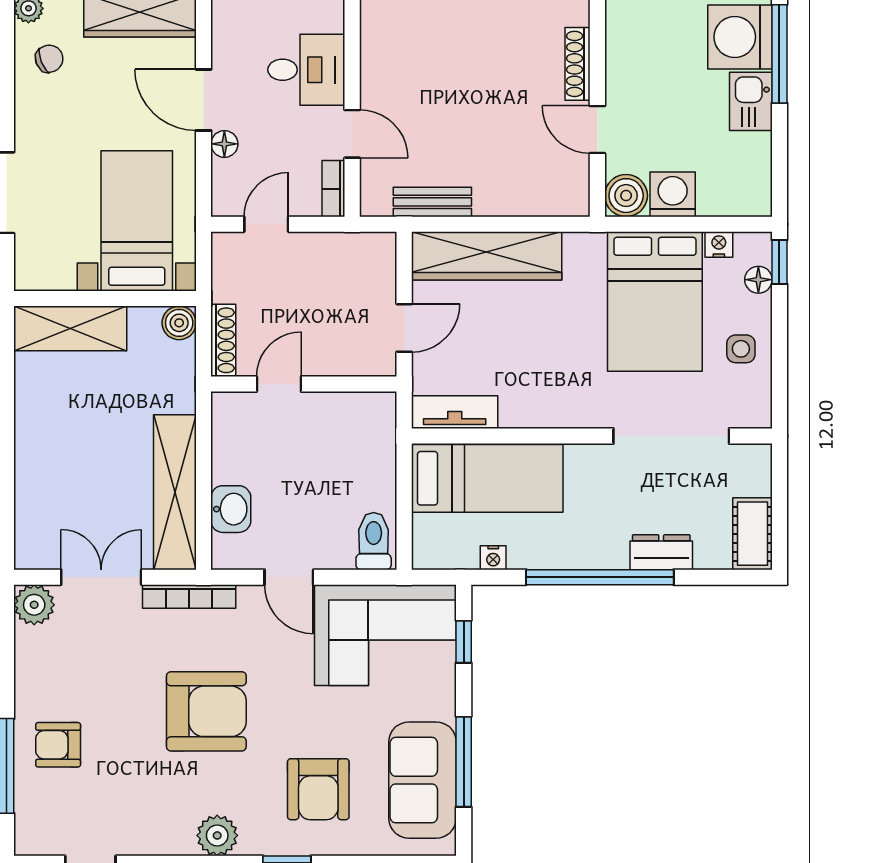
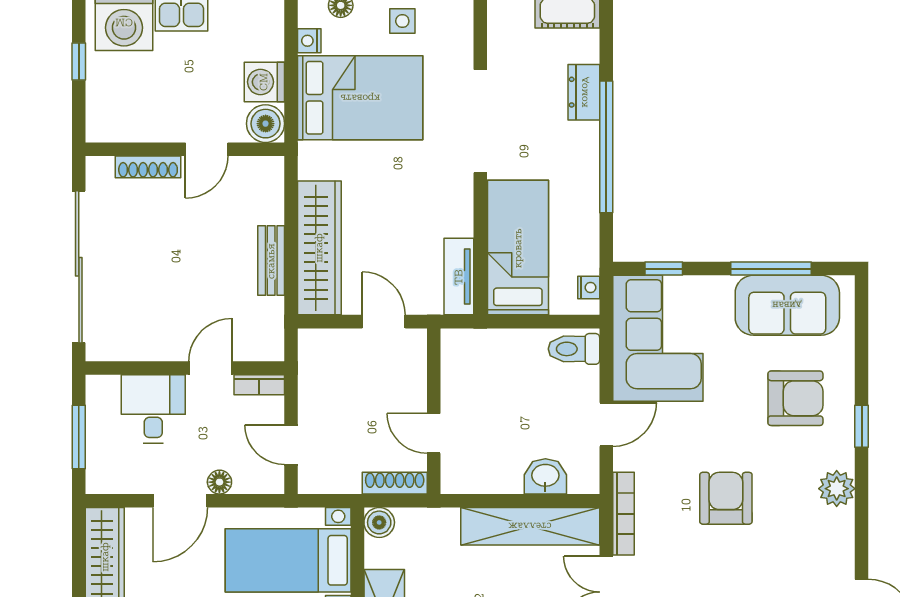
bench: (432, 202) -> (271, 261), moved
doorway: (671, 436) -> (480, 121), moved
nightstand: (493, 558) -> (589, 288), moved
armchair: (206, 711) -> (726, 498), width x0.73, depth x0.73

